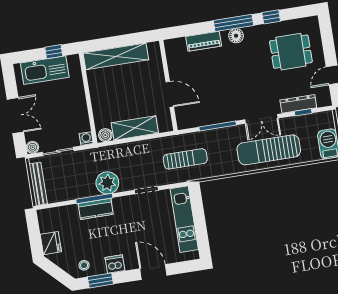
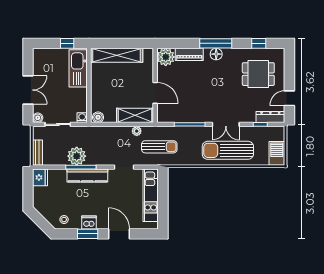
window: (271, 17) -> (259, 43), moved
plant: (176, 49) -> (166, 57), added
kitchen sink: (45, 70) -> (78, 68), moved, turned 90
dresser: (298, 104) -> (270, 117), moved
shelving: (135, 128) -> (135, 115), moved
plant: (155, 144) -> (137, 131), added
plant: (107, 183) -> (77, 156), moved
bench: (38, 184) -> (38, 153), width x0.73
kitchen counter: (96, 209) -> (87, 176), width x1.50
fridge: (51, 243) -> (40, 177), moved
window: (100, 280) -> (88, 234), moved

